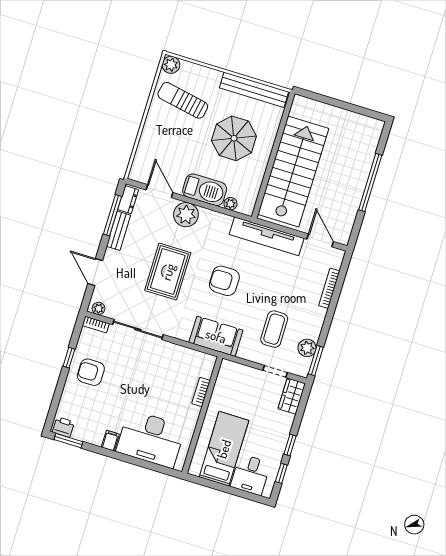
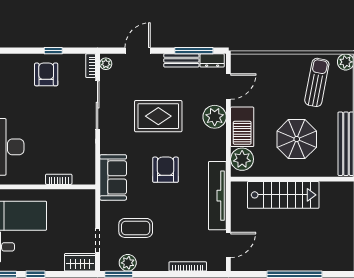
stairs: (293, 171) -> (283, 195), width x0.73, depth x0.66
plant: (230, 204) -> (242, 159), width x1.88, depth x1.88

